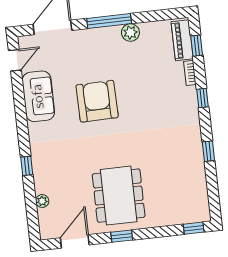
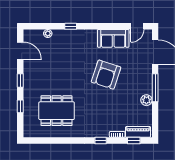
door: (15, 60) -> (137, 26), hinge flipped
armchair: (97, 101) -> (106, 75), turned 109
window: (208, 151) -> (67, 140), removed
dining table: (119, 196) -> (57, 111), moved
window: (194, 228) -> (20, 106), moved

